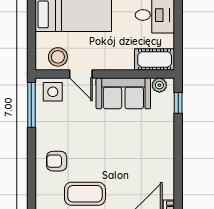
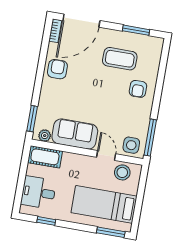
window: (178, 103) -> (32, 119), width x1.50
armchair: (57, 161) -> (138, 89), turned 90
armchair: (158, 168) -> (57, 69), added

